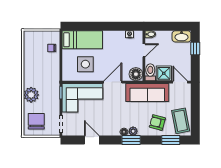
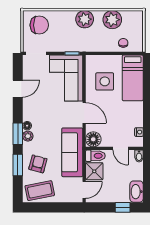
plant: (32, 58) -> (112, 20), added
plant: (31, 95) -> (85, 19), moved
window: (171, 140) -> (18, 165), moved

